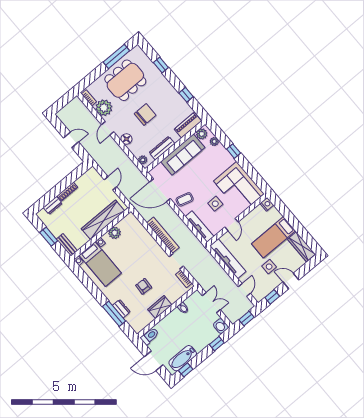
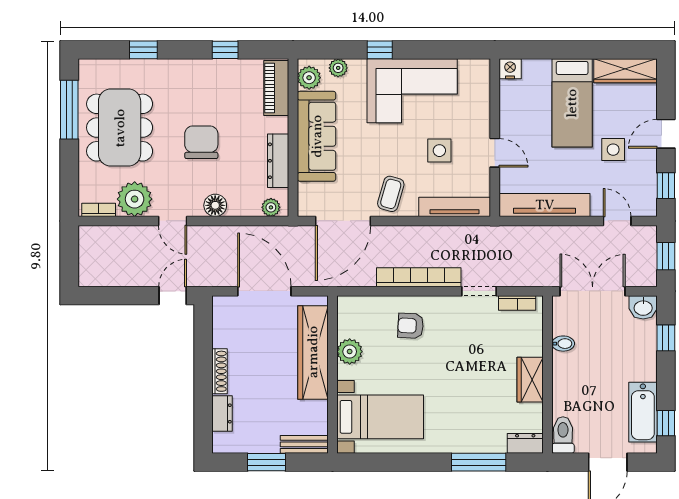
door: (71, 140) -> (173, 296), moved
door: (110, 183) -> (264, 291), width x1.88
corner sofa: (239, 187) -> (412, 91), moved
armchair: (144, 286) -> (411, 326), moved
double door: (211, 303) -> (593, 291), width x1.37
dresser: (121, 309) -> (525, 443), moved

